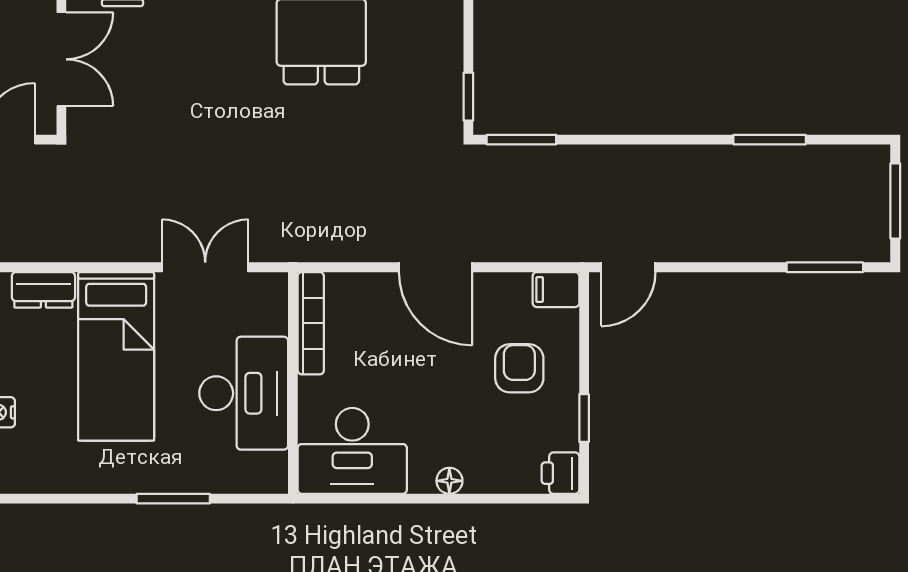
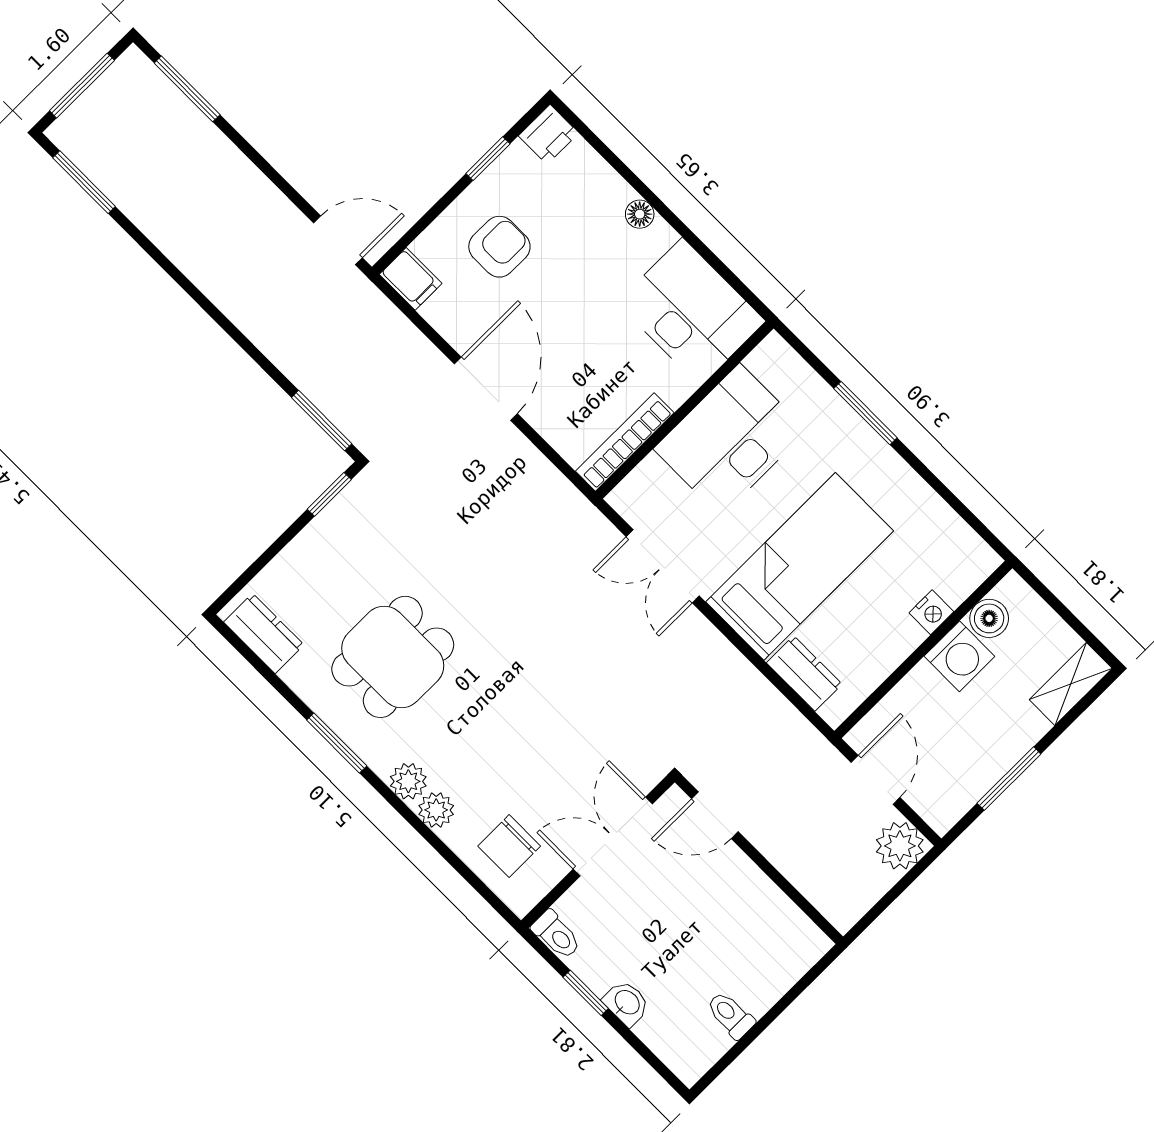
window: (770, 140) -> (84, 182), moved
armchair: (519, 368) -> (499, 247), turned 180

